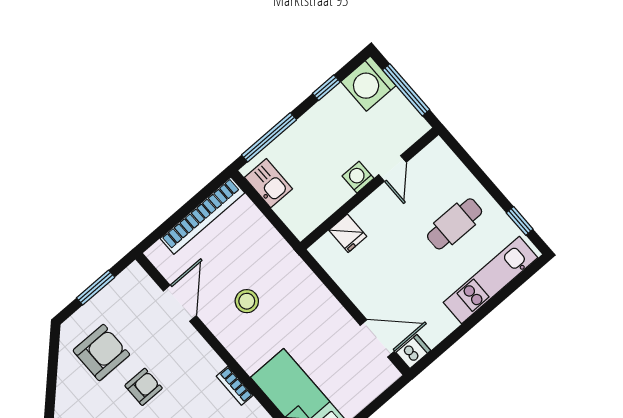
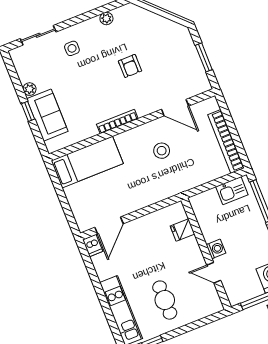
armchair: (101, 353) -> (161, 47), removed
bookcase: (235, 386) -> (117, 121), width x1.56

